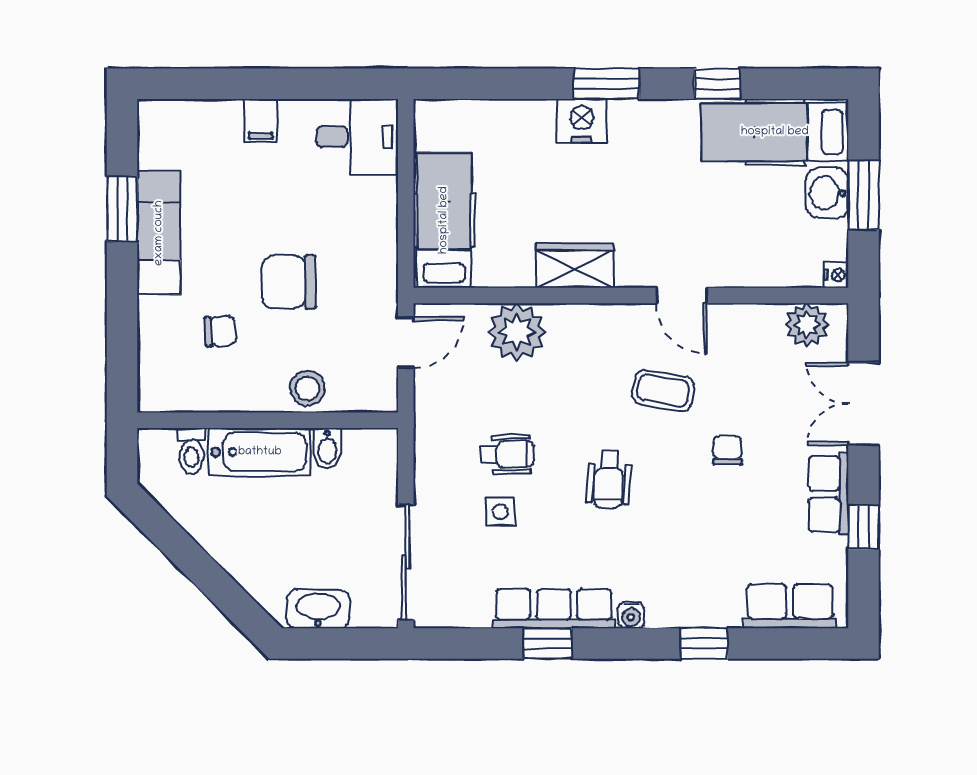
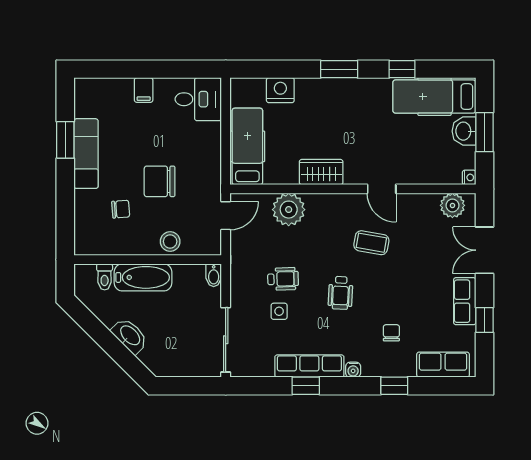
nightstand: (582, 121) -> (280, 90), moved
bidet: (327, 448) -> (214, 275), moved
chair: (728, 450) -> (391, 333), moved
washbasin: (318, 609) -> (130, 336), moved, turned 45

